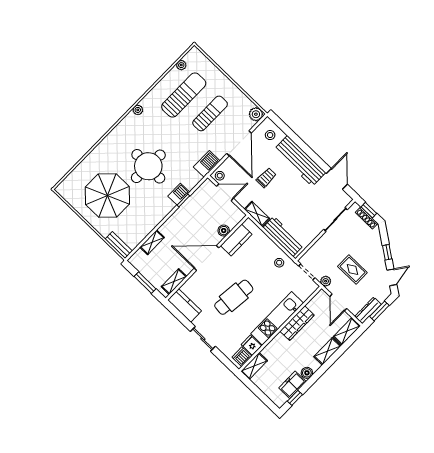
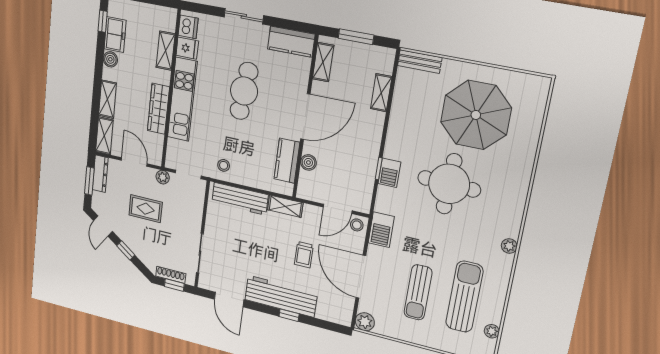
sun lounger: (184, 95) -> (464, 297), turned 180
stool: (270, 135) -> (333, 307), removed
window: (303, 146) -> (289, 315), added
shelving: (254, 366) -> (166, 51), moved

